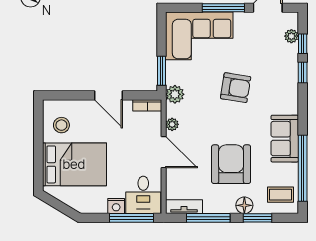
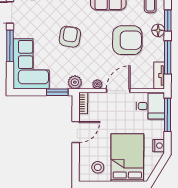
armchair: (231, 164) -> (127, 40), turned 180
nightstand: (116, 206) -> (159, 146), moved

